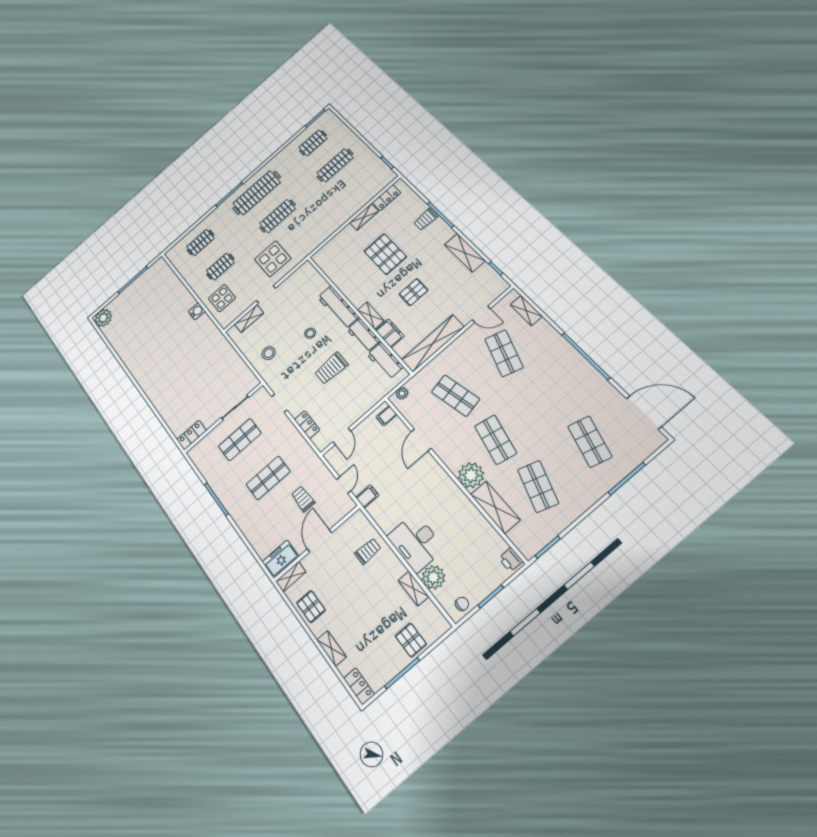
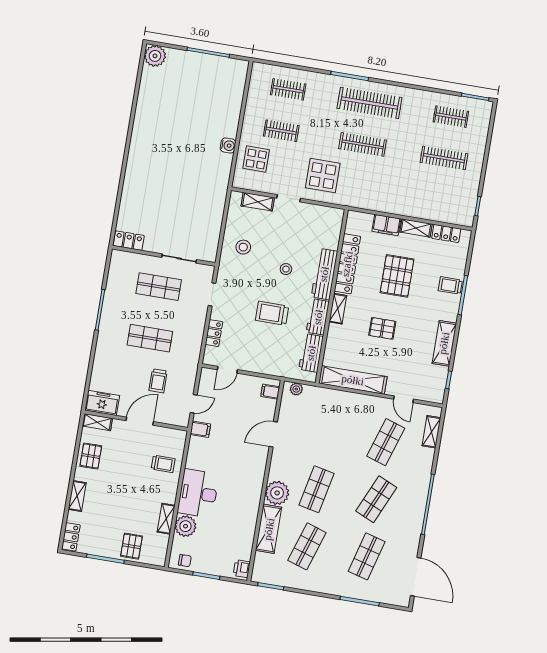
locker: (346, 285) -> (347, 264), added
filing cabinet: (390, 333) -> (386, 225), moved, turned 90
shop shelf: (455, 396) -> (376, 499), moved, turned 36
trolley: (303, 499) -> (158, 381), turned 180

